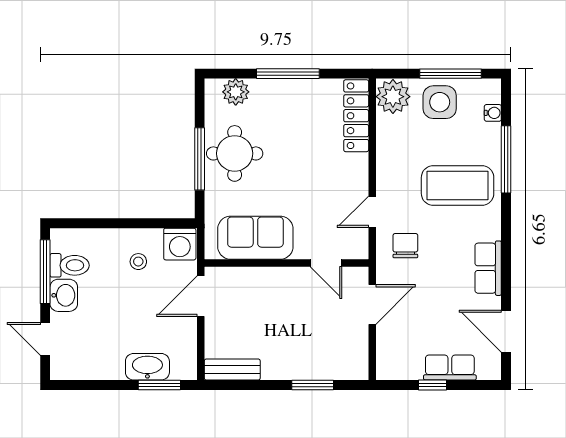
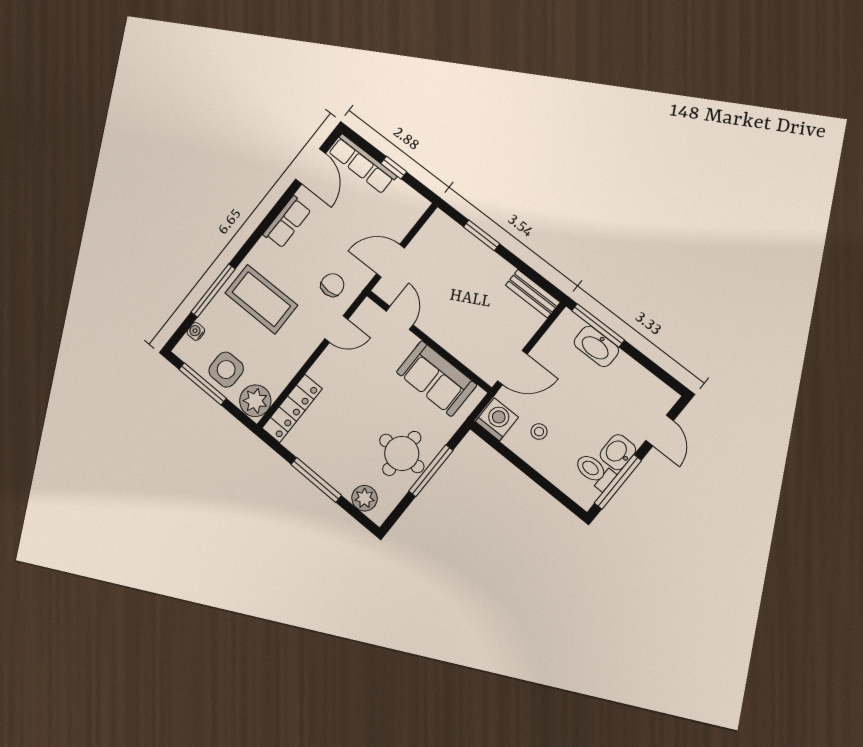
chair: (405, 246) -> (332, 285), turned 180
row of seats: (450, 368) -> (362, 164), width x1.48
window: (159, 385) -> (598, 325), width x1.44

